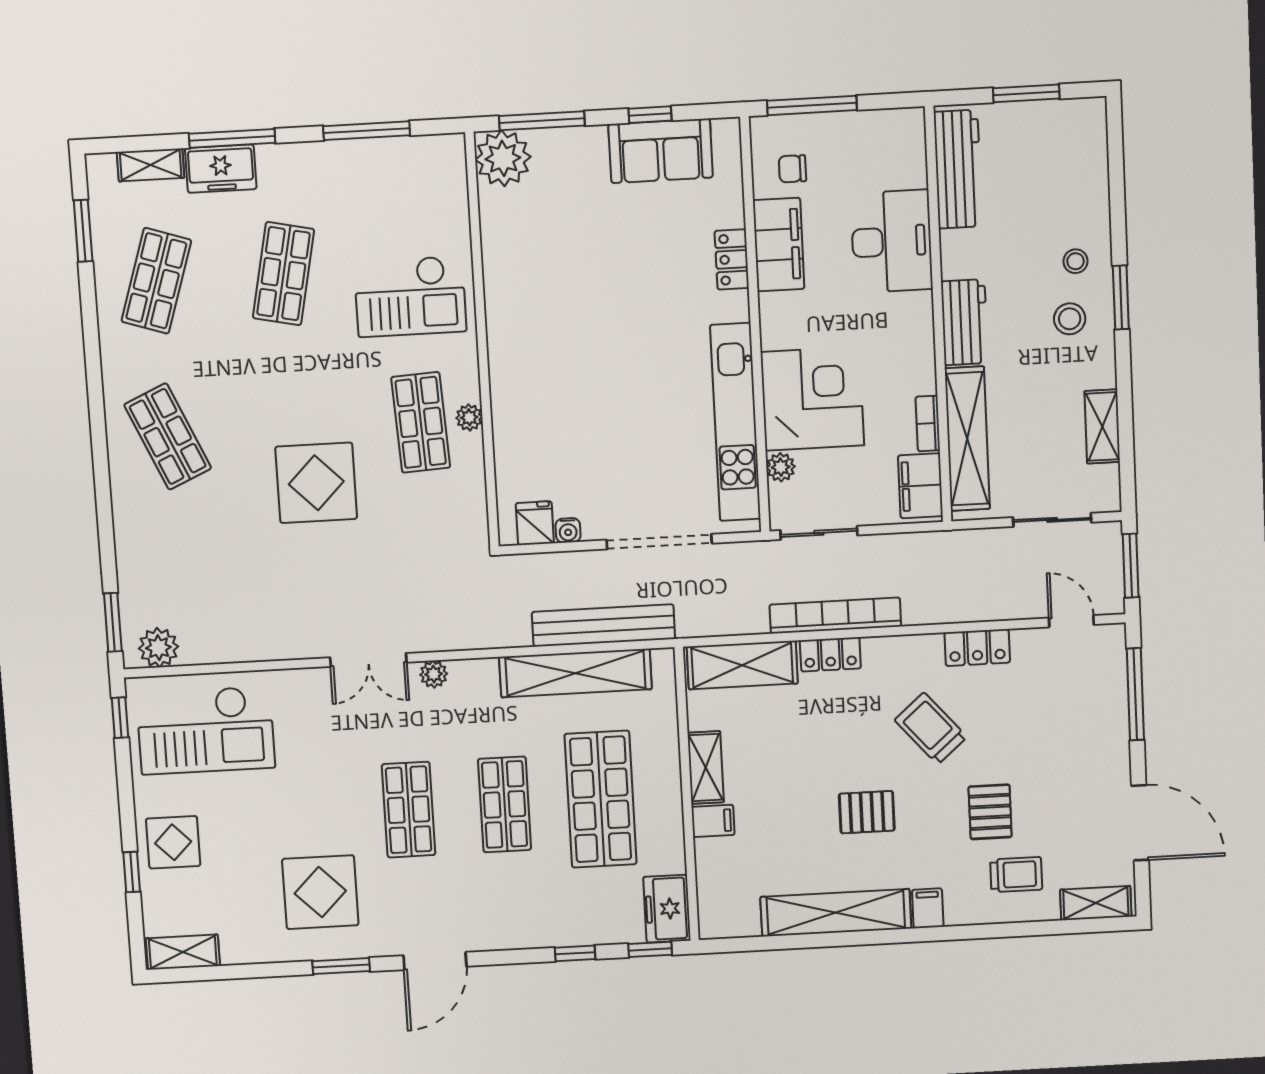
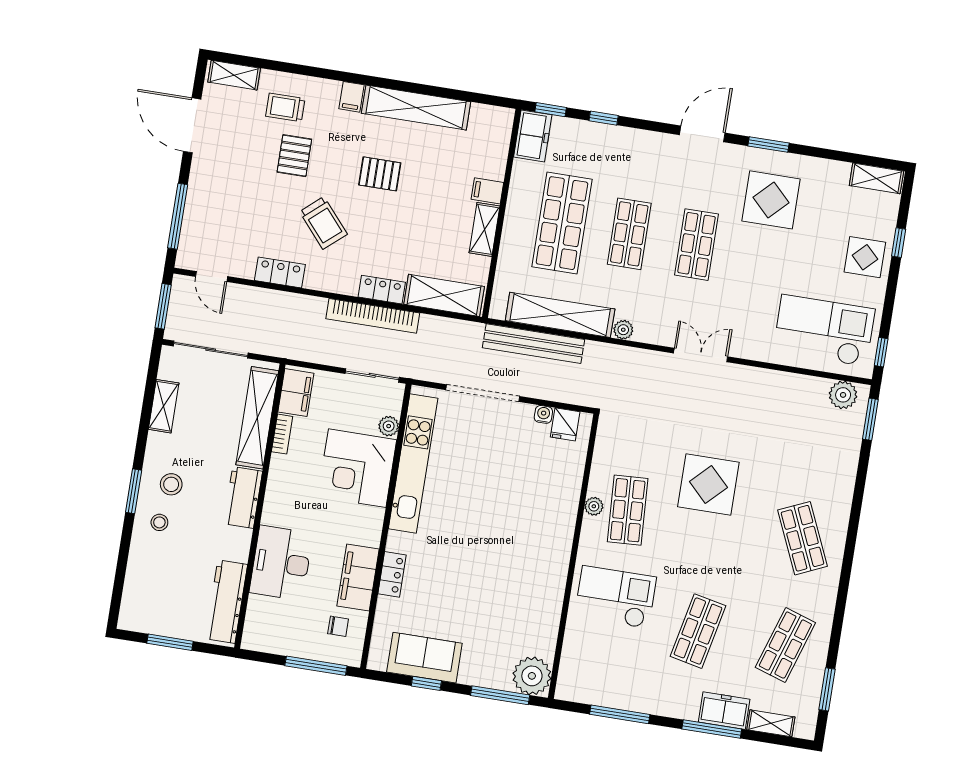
sliding door: (1052, 520) -> (211, 350), width x1.37
plant: (434, 674) -> (623, 330), moved

